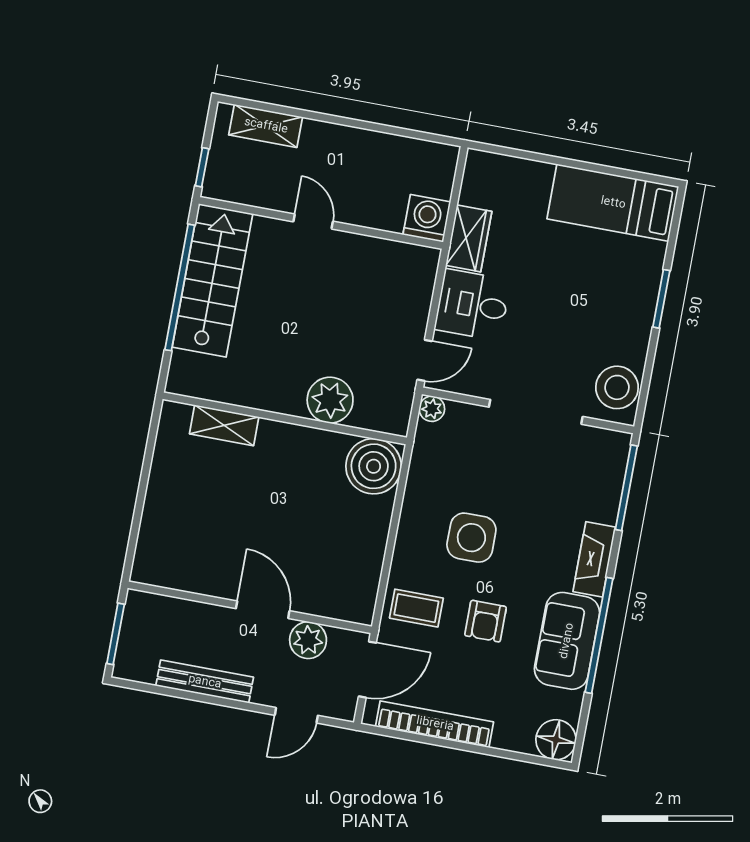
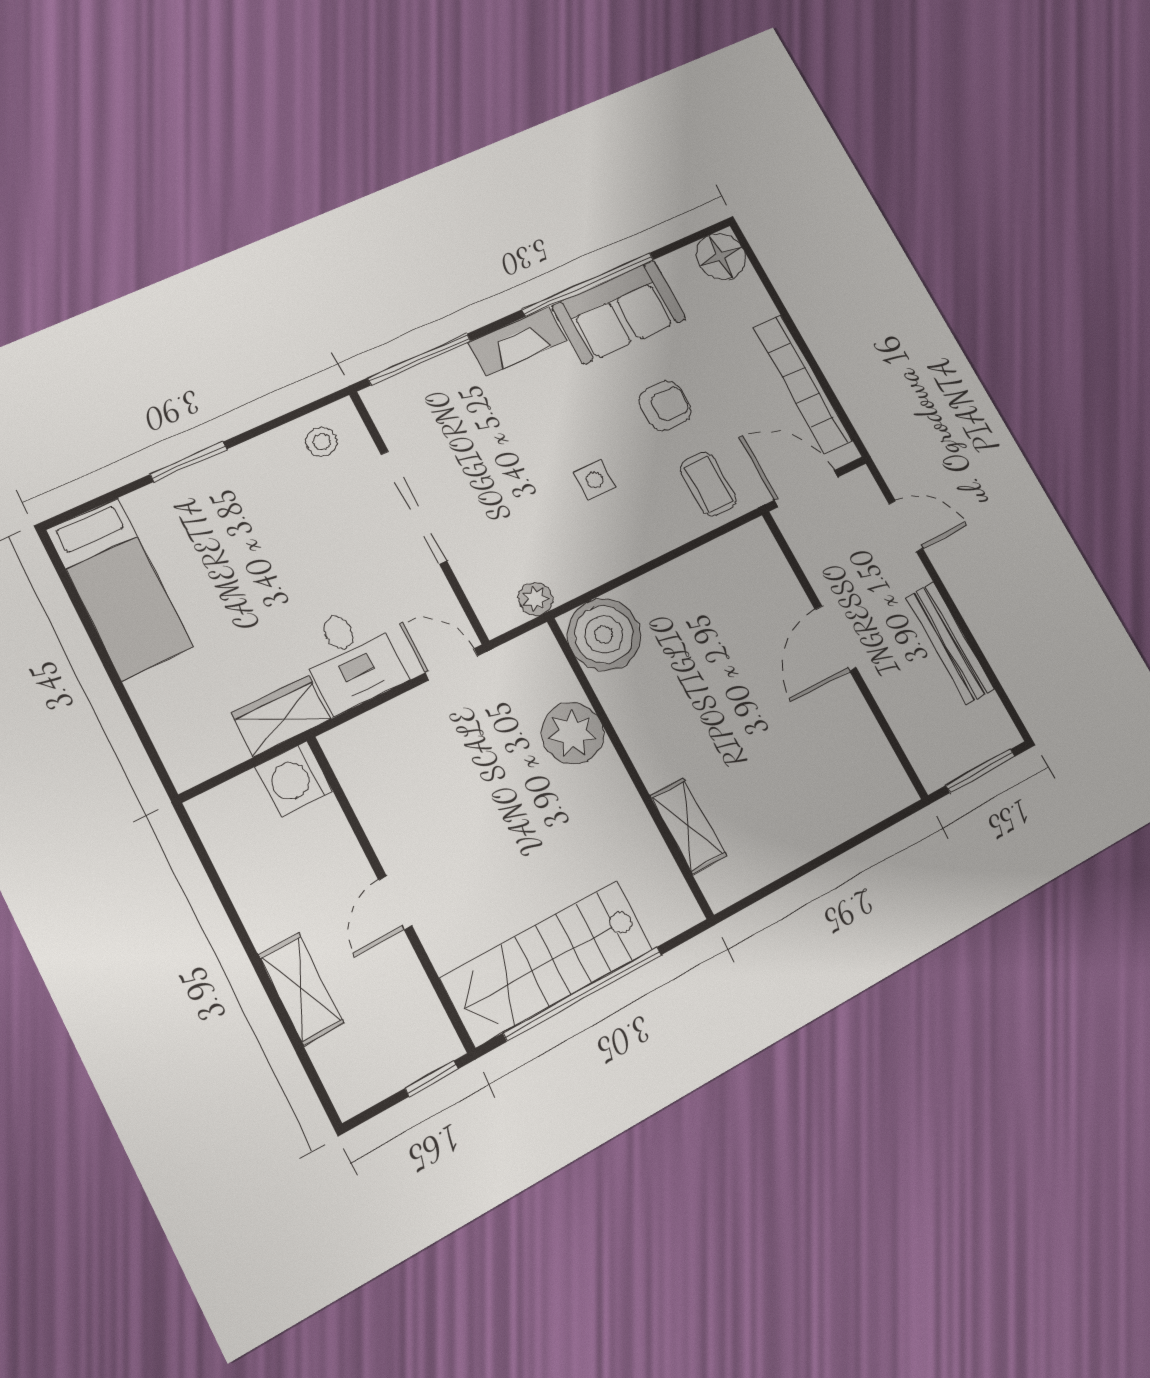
shelving: (266, 126) -> (301, 989), moved
stool: (617, 387) -> (322, 442), width x0.53, depth x0.53
plant: (432, 409) -> (535, 599), moved
side table: (471, 538) -> (595, 480), width x0.54, depth x0.54
plant: (308, 640) -> (827, 569), removed

